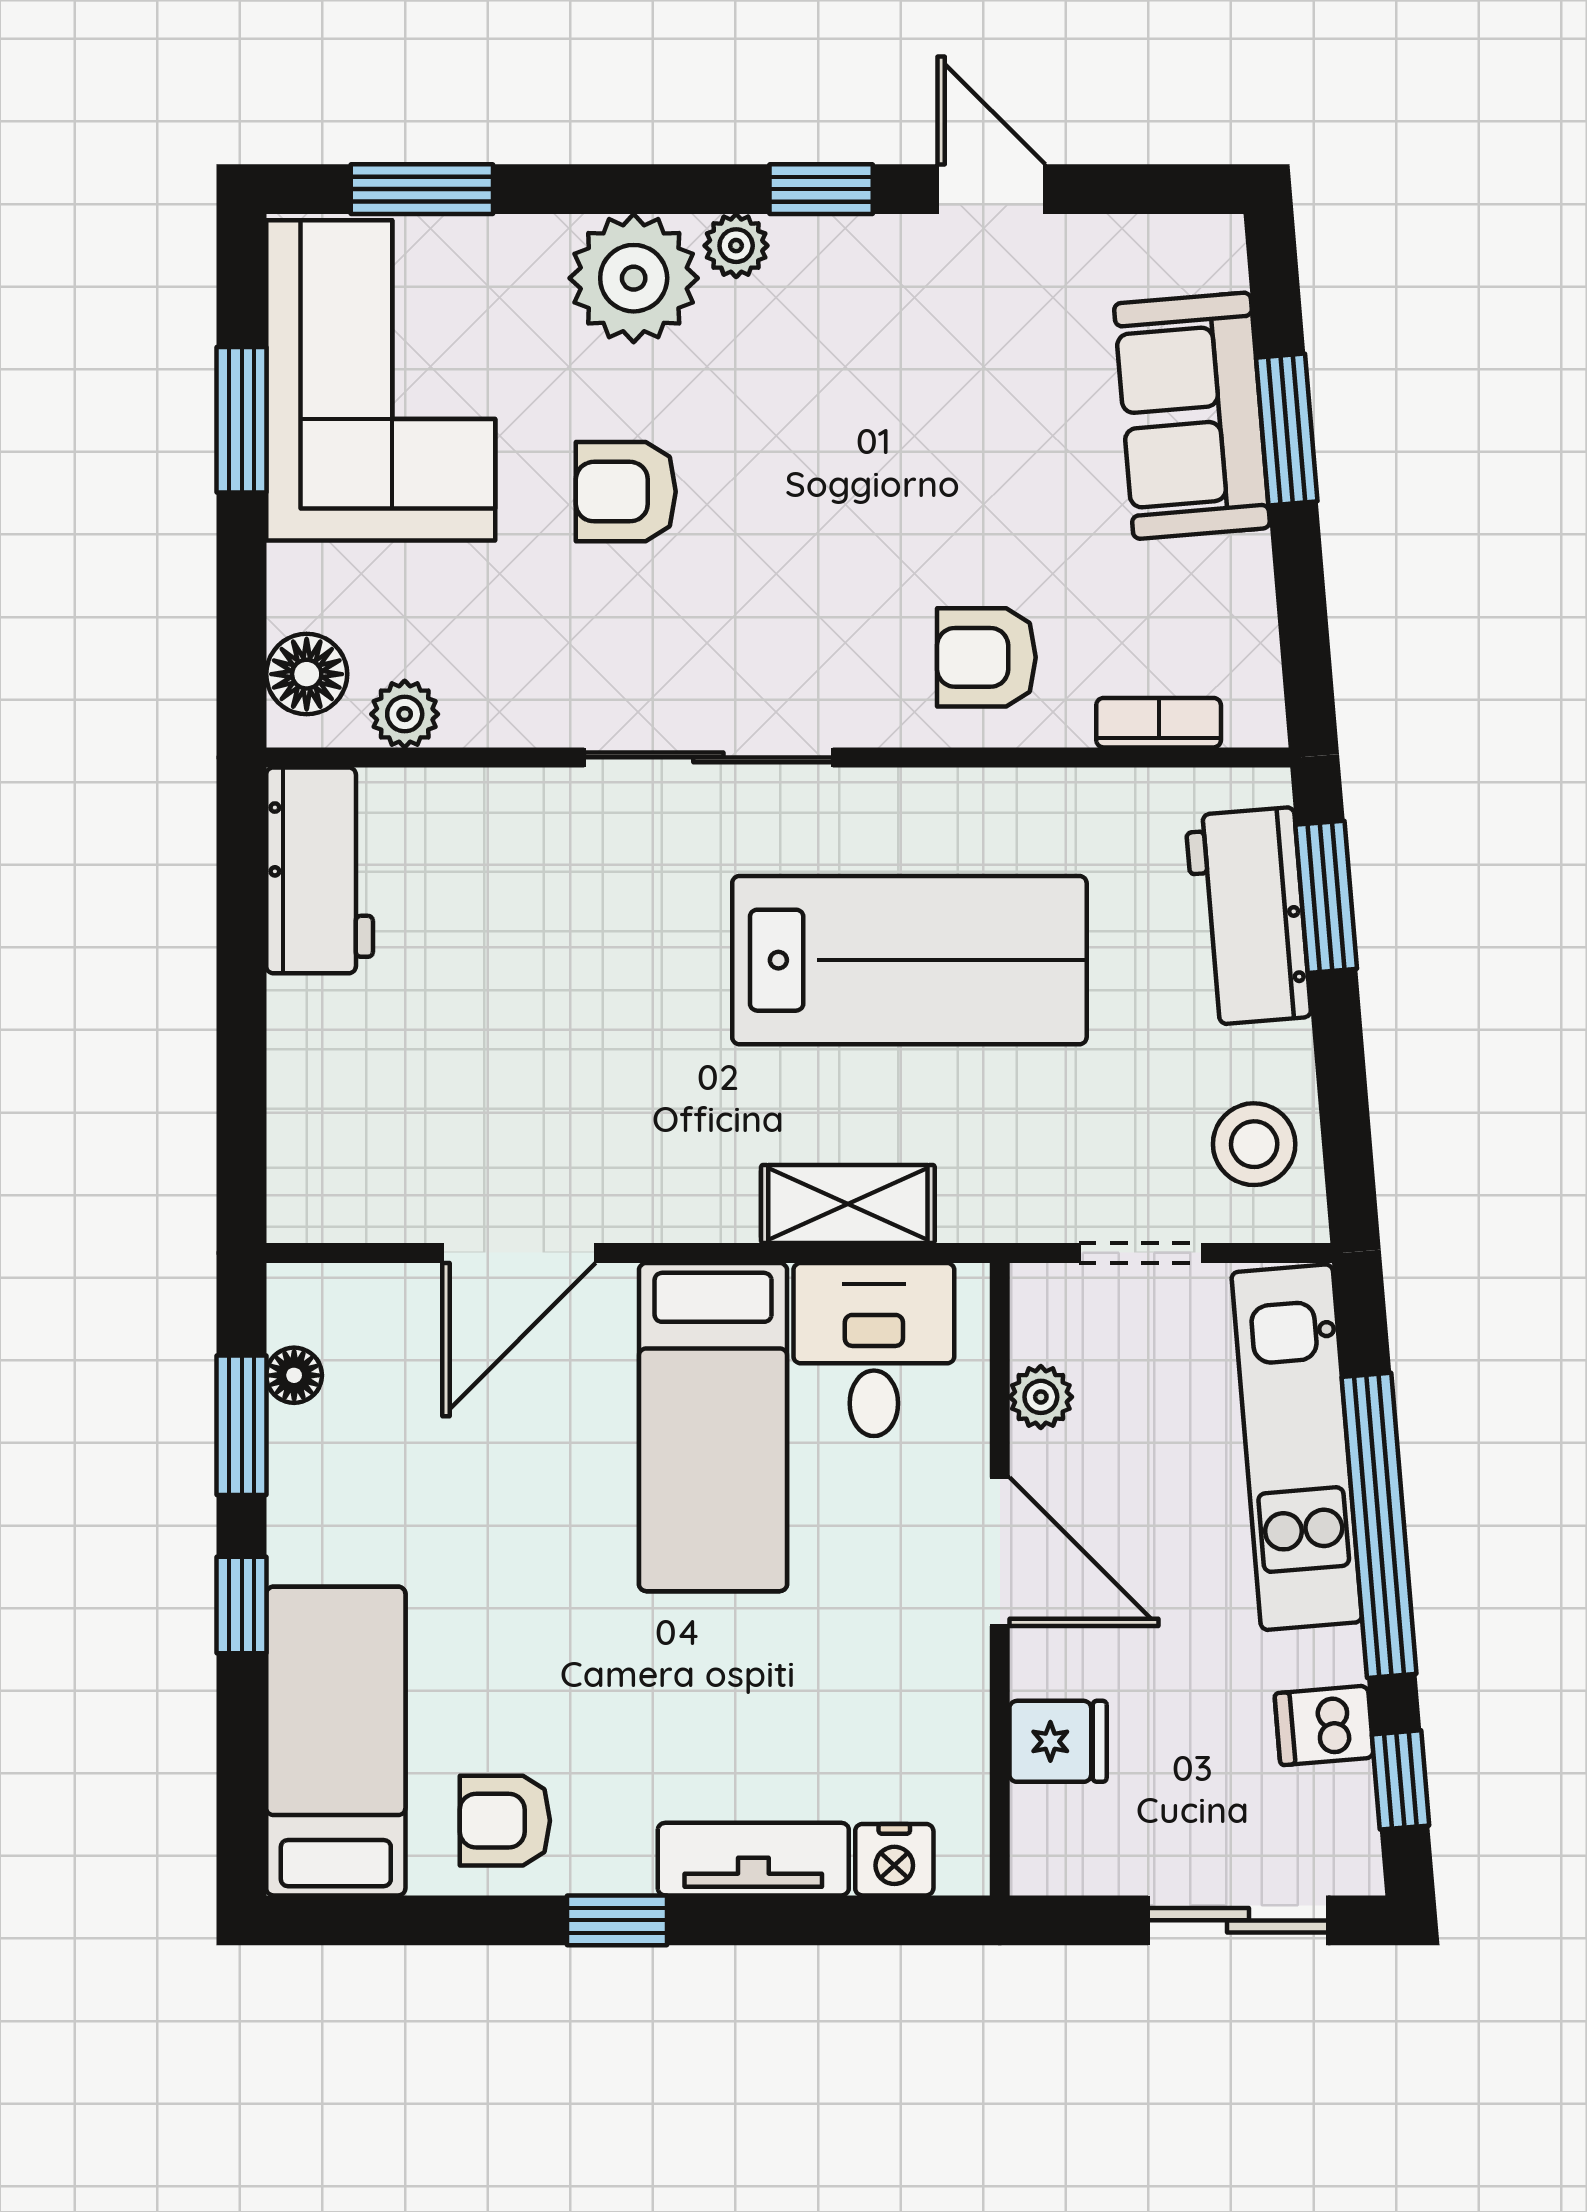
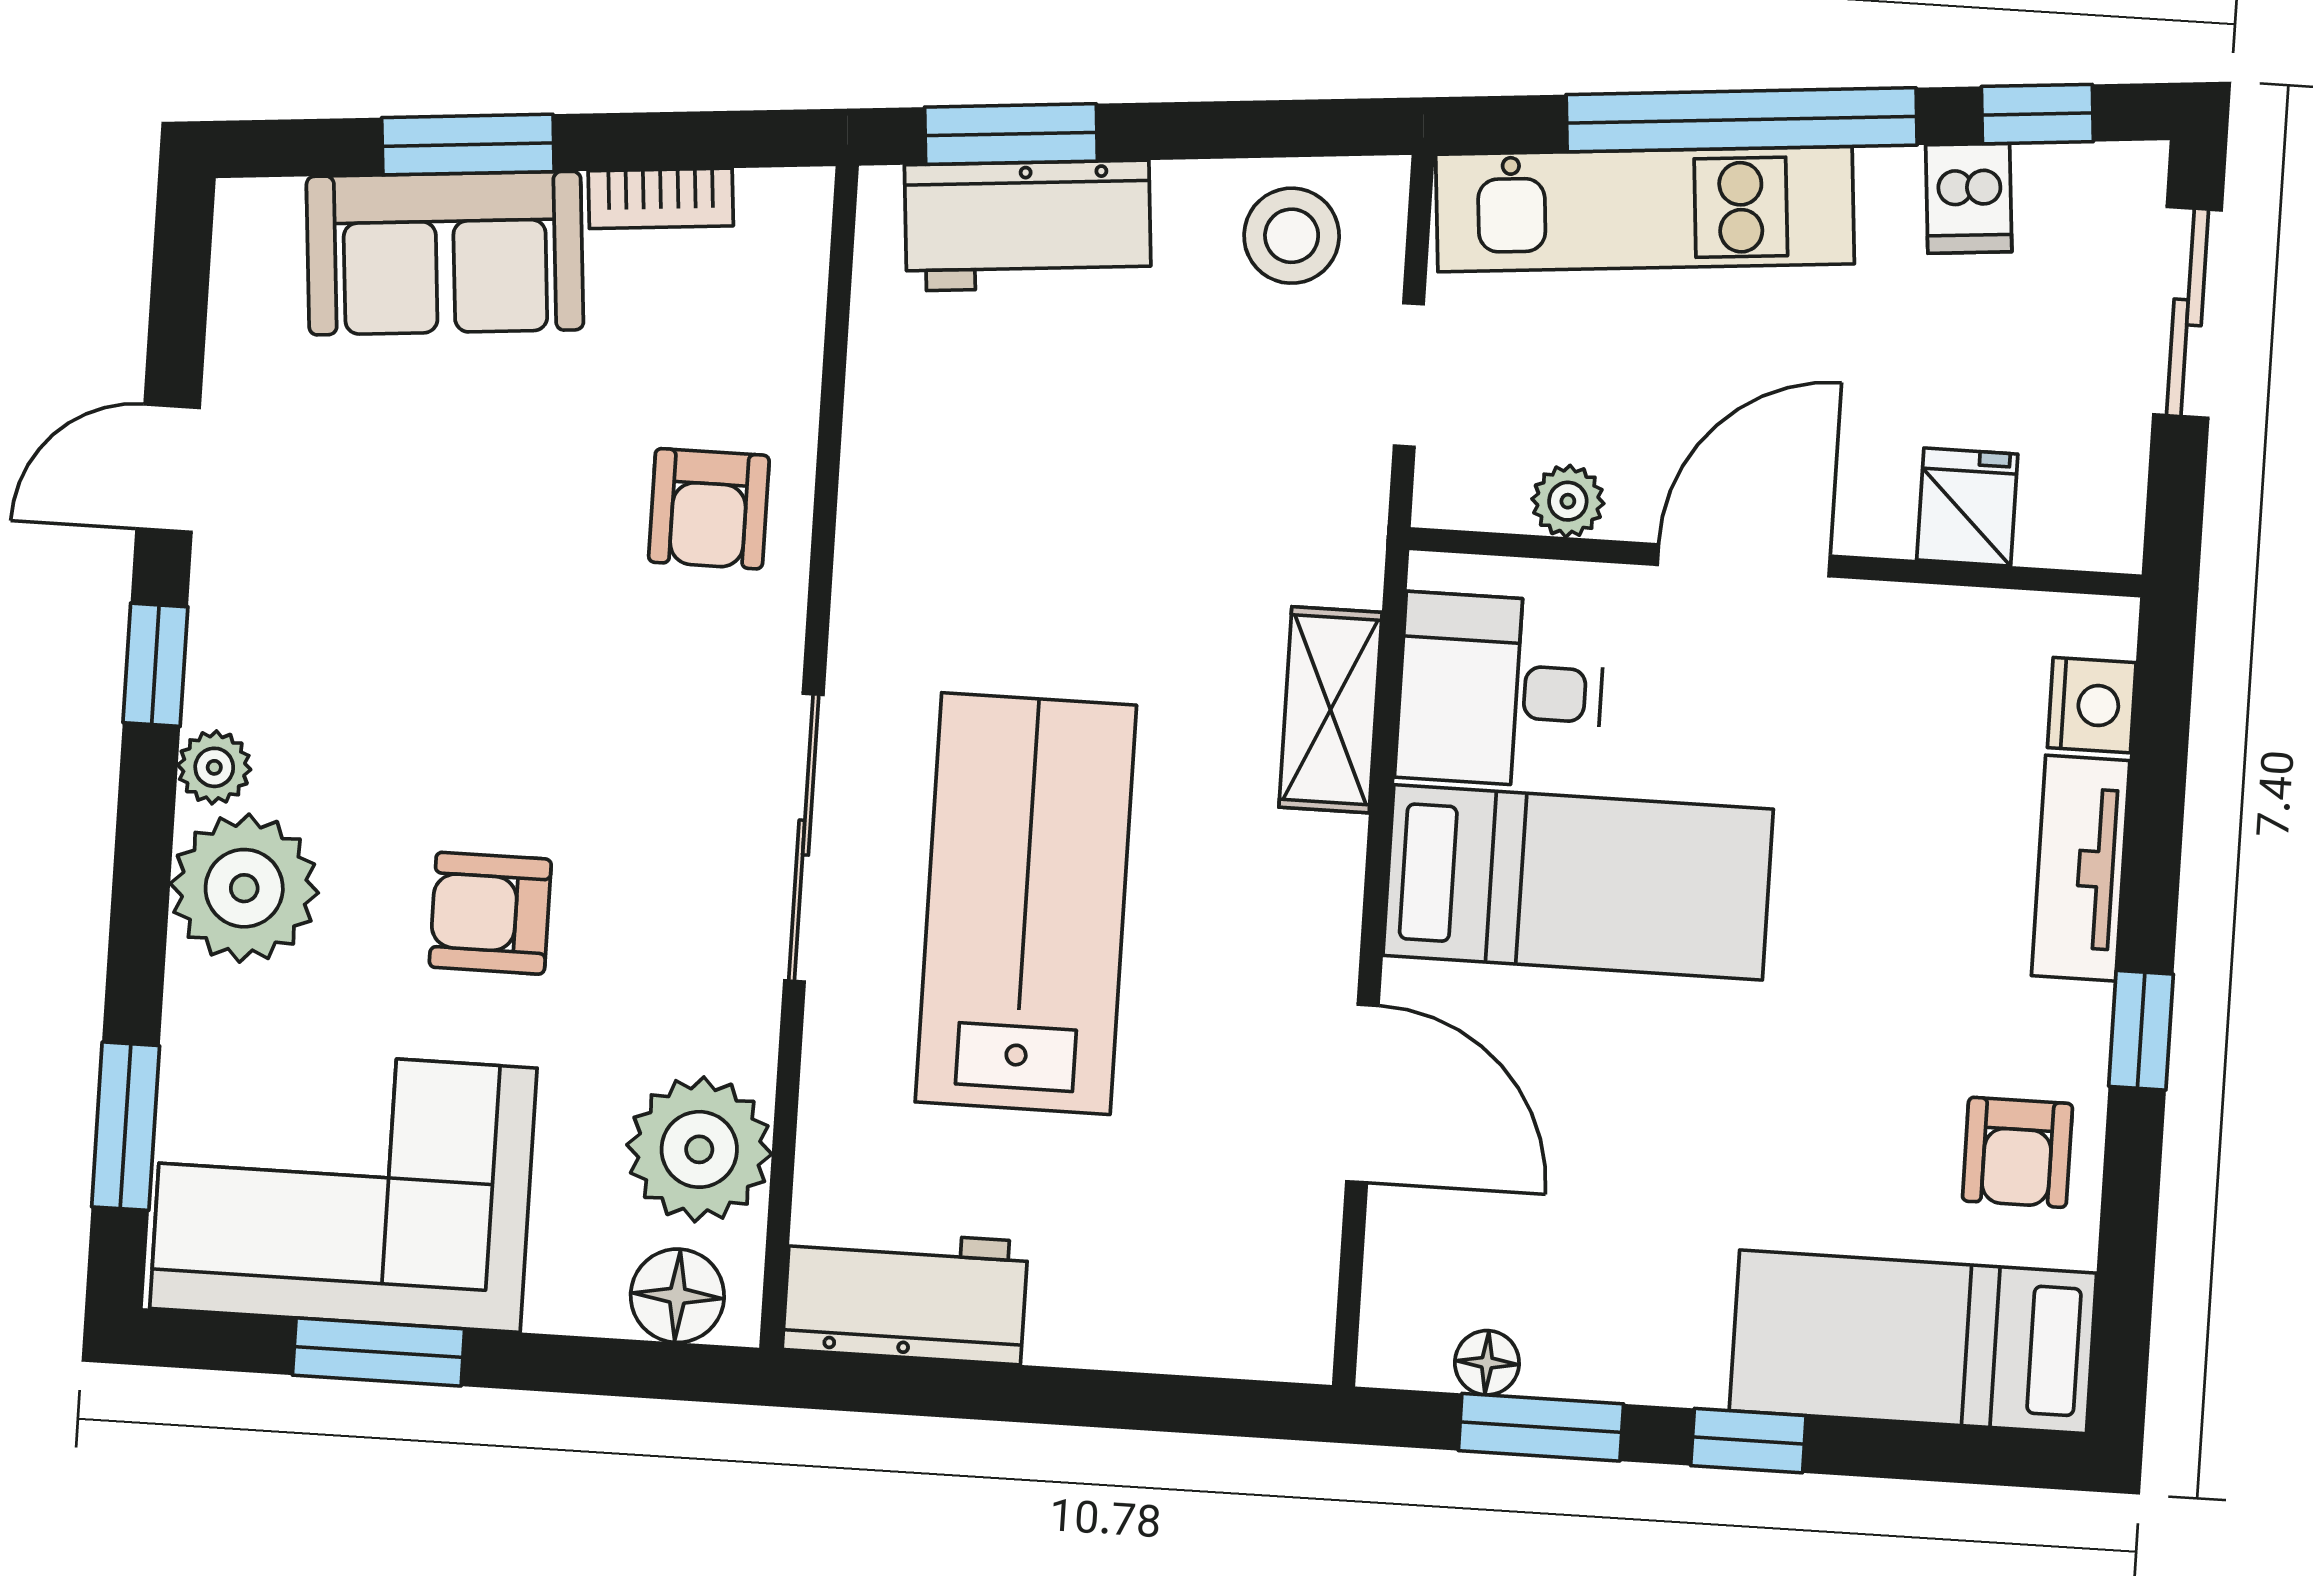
armchair: (626, 492) -> (490, 913), turned 90
plant: (405, 714) -> (699, 1149), width x1.87, depth x1.87
bookcase: (1159, 723) -> (661, 198), moved, turned -95
lab bench: (909, 960) -> (1026, 904), moved

